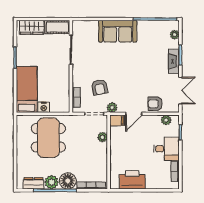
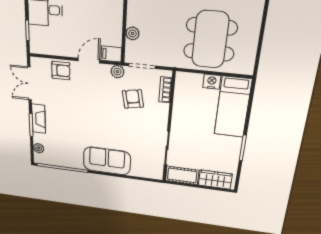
plant: (166, 120) -> (46, 48), removed

